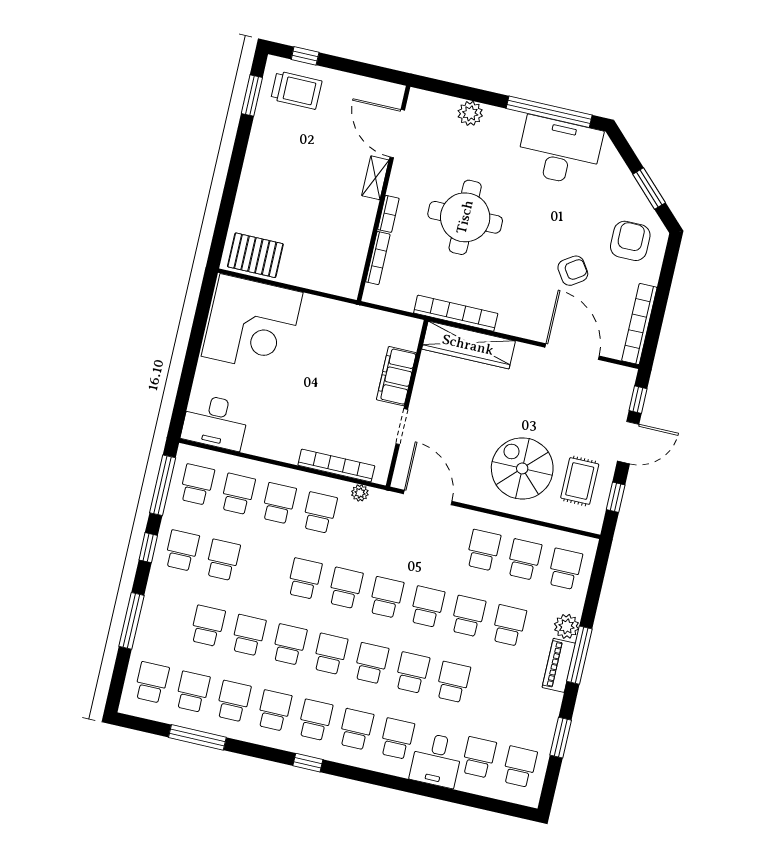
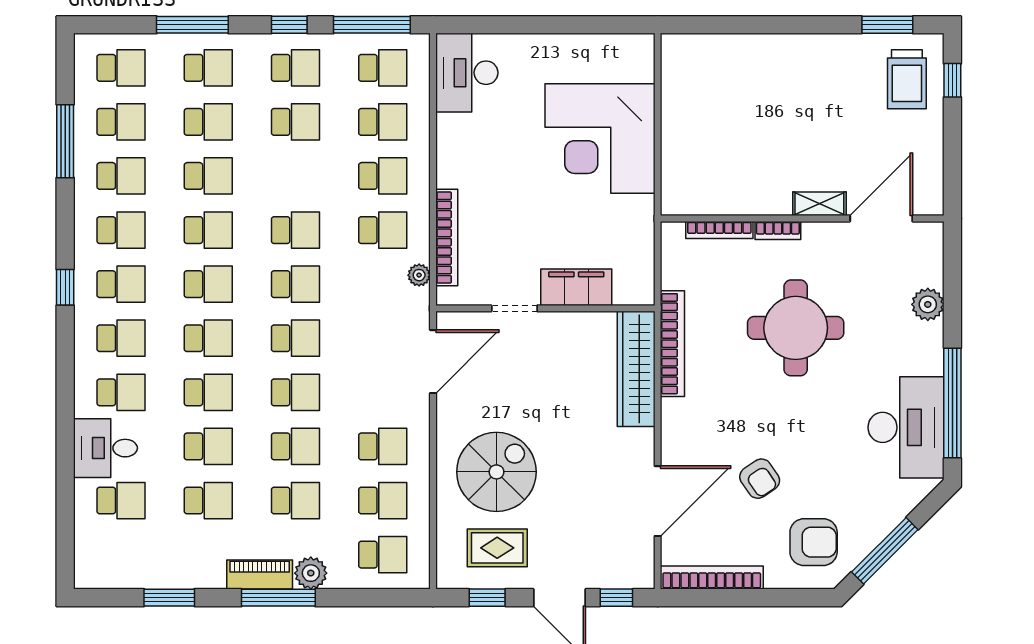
window: (649, 188) -> (885, 551), width x1.44
pallet: (255, 255) -> (688, 75), removed
corner desk: (252, 324) -> (600, 138), moved
school desk: (167, 616) -> (208, 68), added
school desk: (520, 767) -> (208, 501), moved

